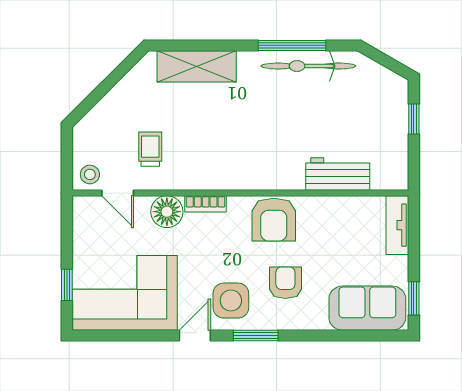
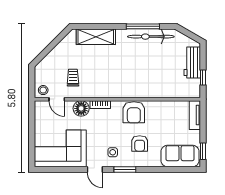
window: (414, 119) -> (203, 78), moved
workbench: (338, 174) -> (192, 63), moved, turned -90
armchair: (285, 283) -> (140, 143), turned 180
window: (67, 285) -> (32, 145), removed
side table: (231, 301) -> (113, 152), width x0.54, depth x0.54
door: (195, 335) -> (95, 170), swing flipped

